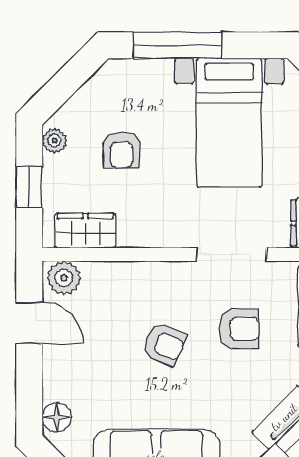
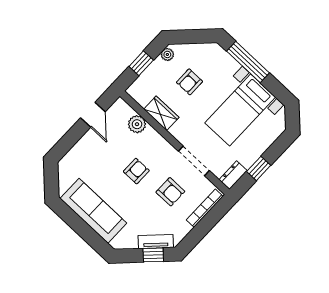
wardrobe: (85, 231) -> (161, 113), moved
plant: (64, 278) -> (137, 124), moved
armchair: (164, 344) -> (136, 171), turned -113
floor lamp: (57, 417) -> (70, 160), removed

